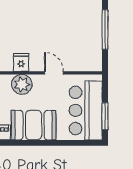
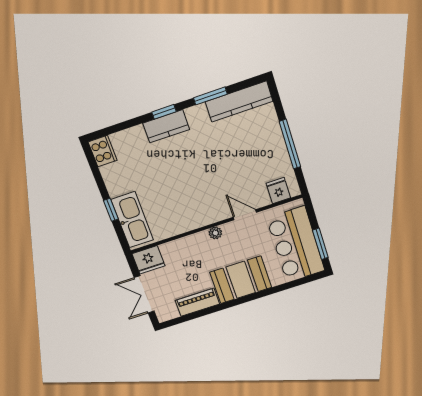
fridge: (21, 62) -> (278, 191), moved
plant: (22, 84) -> (215, 233), width x0.53, depth x0.53

